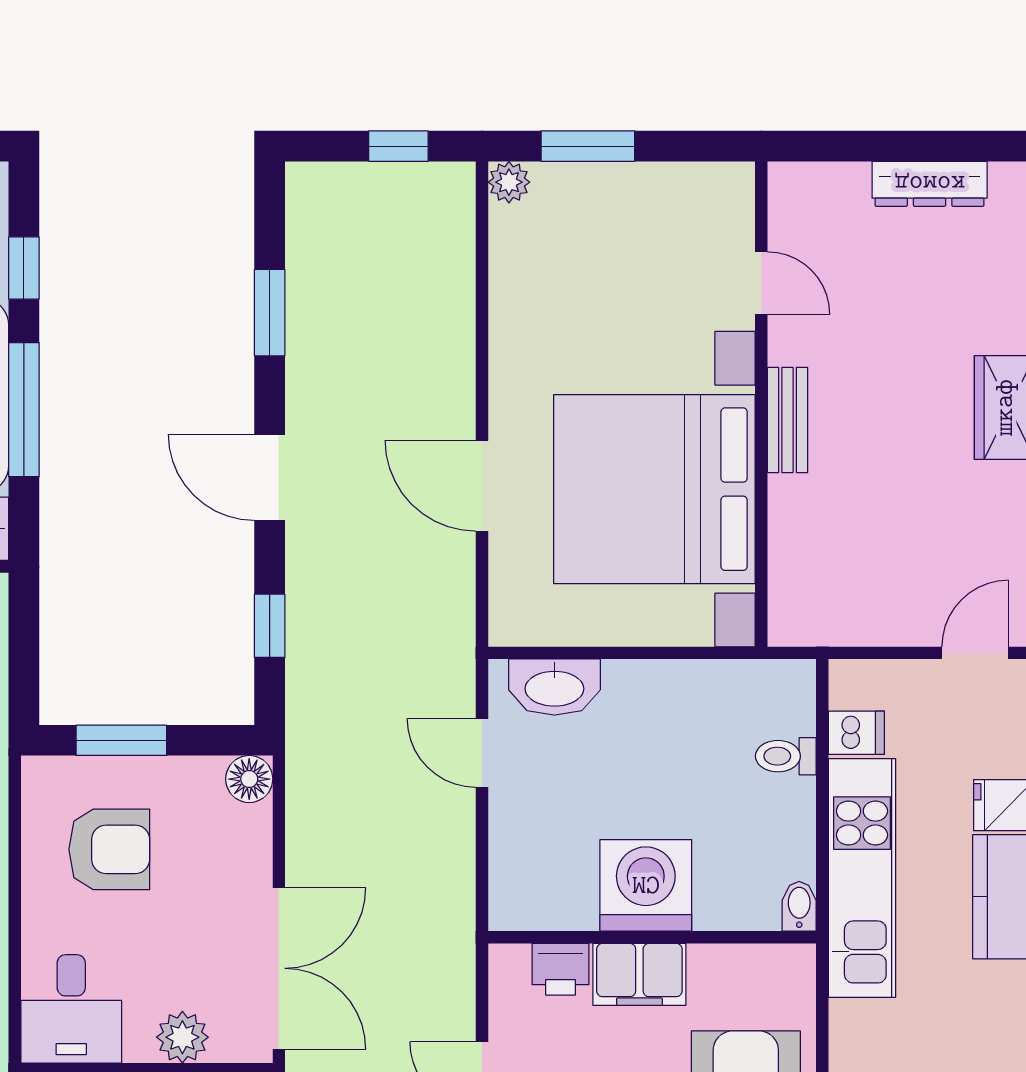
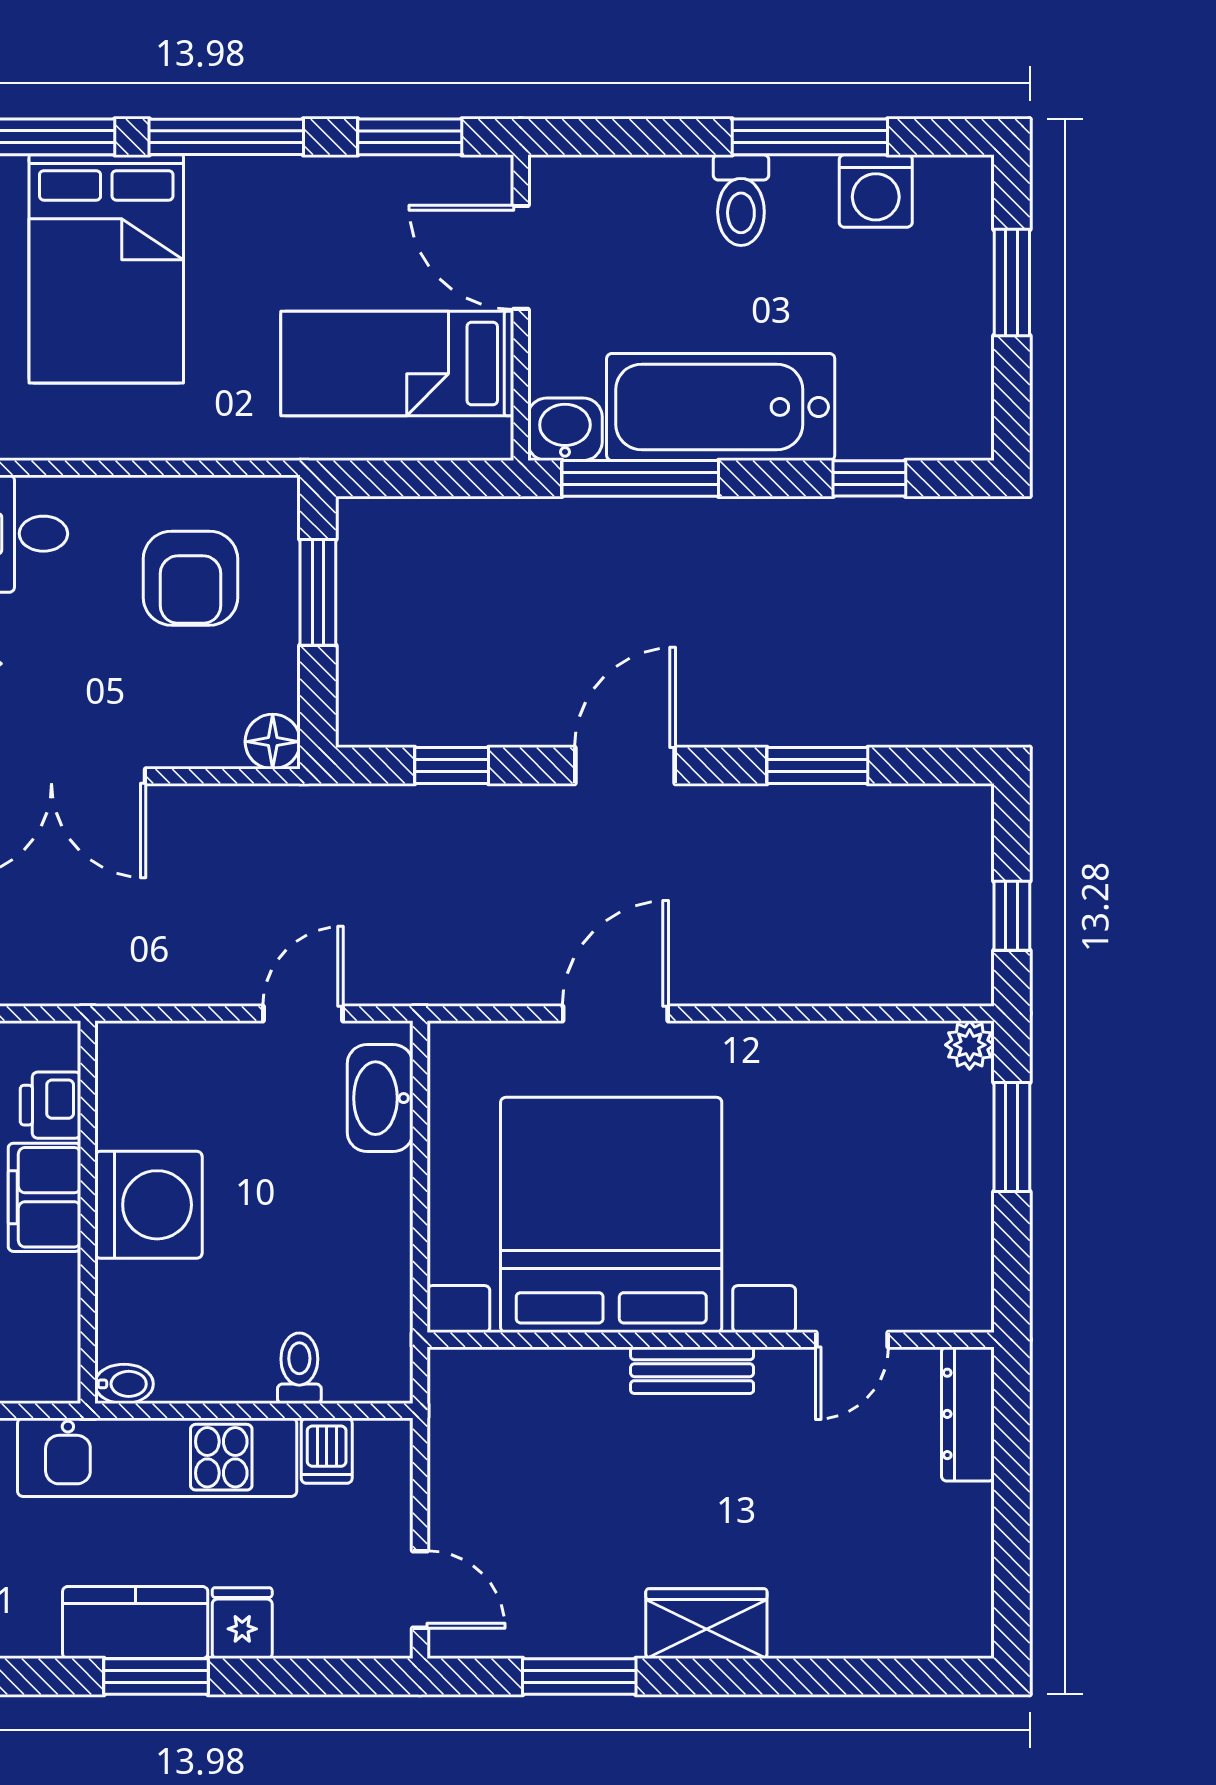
dresser: (930, 184) -> (968, 1414), moved
window: (24, 410) -> (640, 478), moved

